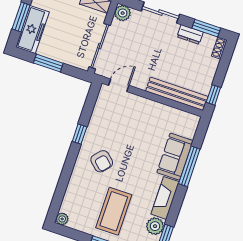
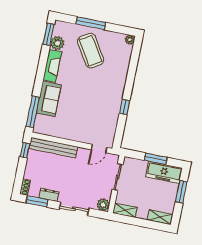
freezer: (33, 30) -> (164, 172), moved, turned -90
sliding door: (100, 46) -> (118, 177), width x0.73
armchair: (102, 161) -> (105, 88), removed
window: (189, 166) -> (33, 112), moved
coffee table: (114, 211) -> (91, 51), turned -32

